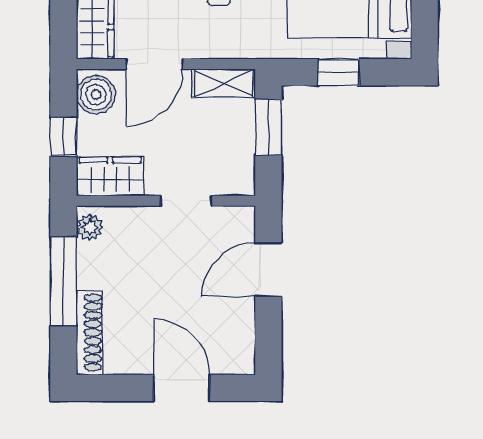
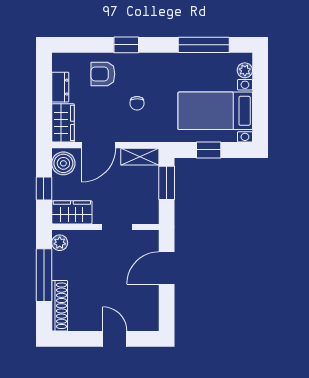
door: (182, 388) -> (115, 339), width x0.73

